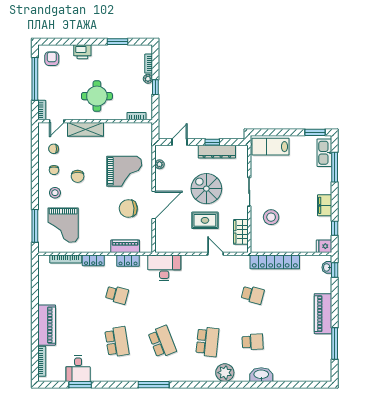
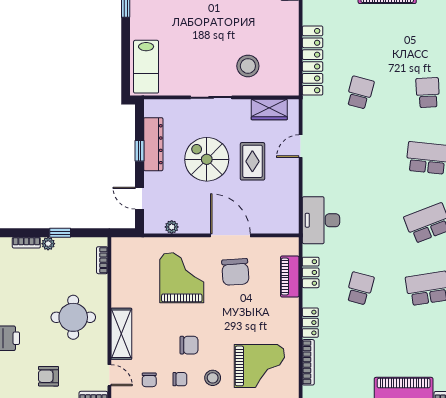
armchair: (52, 59) -> (48, 376), moved
spiral stairs: (206, 189) -> (207, 159), turned 90

